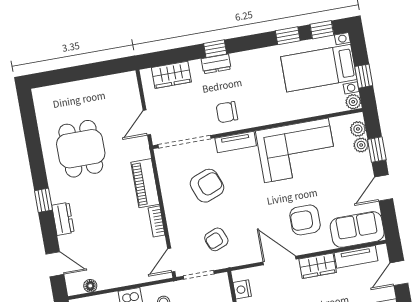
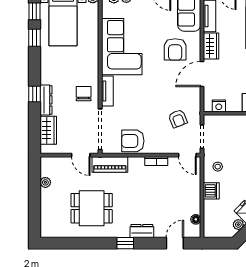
dresser: (216, 64) -> (46, 100), width x1.44
plant: (103, 83) -> (45, 182), added
chair: (227, 112) -> (84, 94), turned 180
piano: (145, 183) -> (110, 164), moved
armchair: (207, 186) -> (133, 141), moved, turned -69

